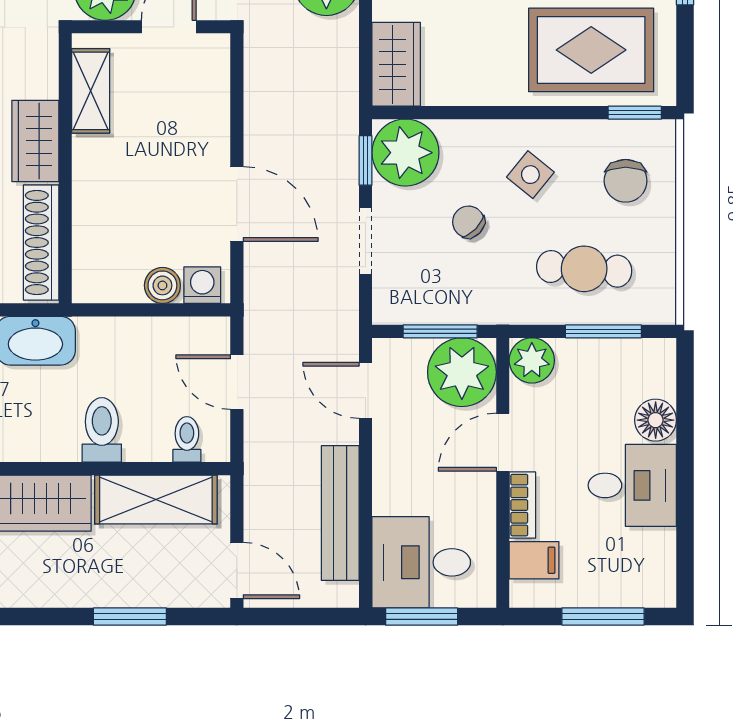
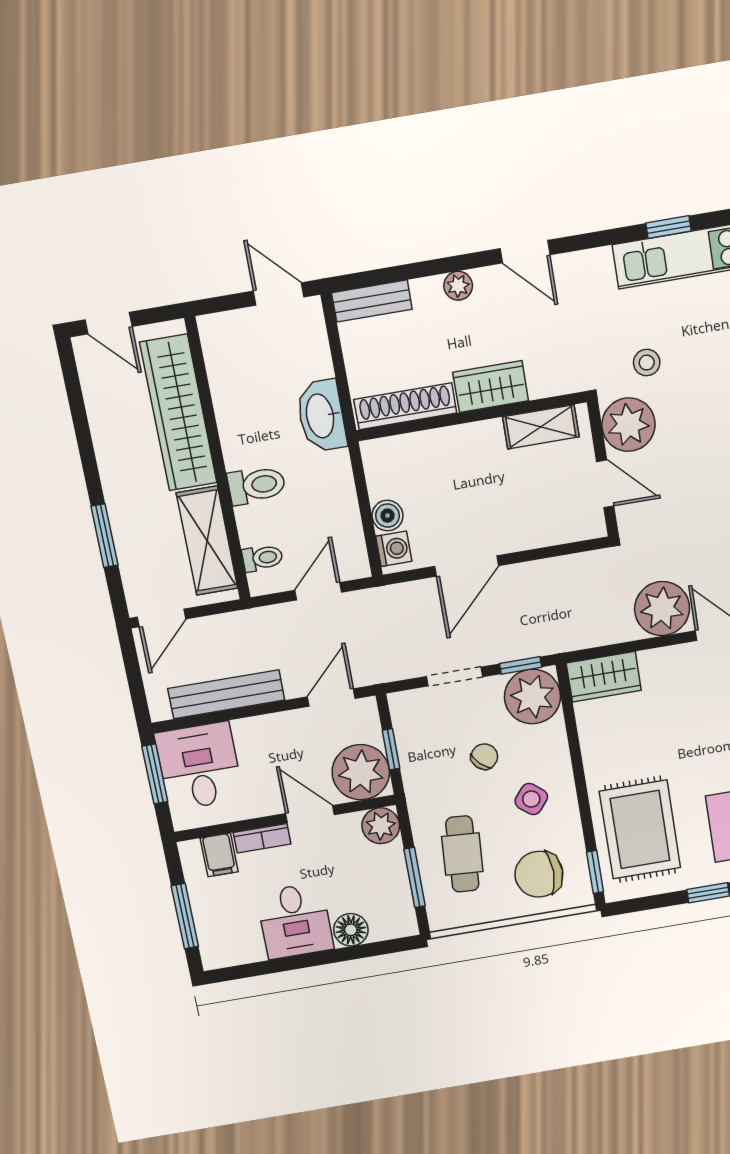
chair: (626, 181) -> (539, 874), width x1.37, depth x1.37
window: (440, 331) -> (391, 749), width x0.67

